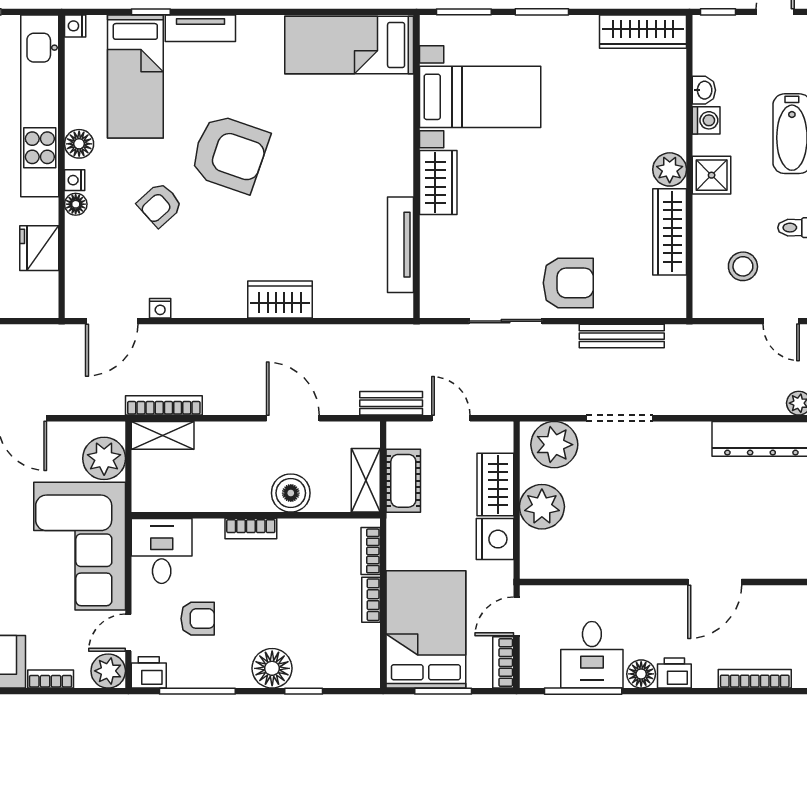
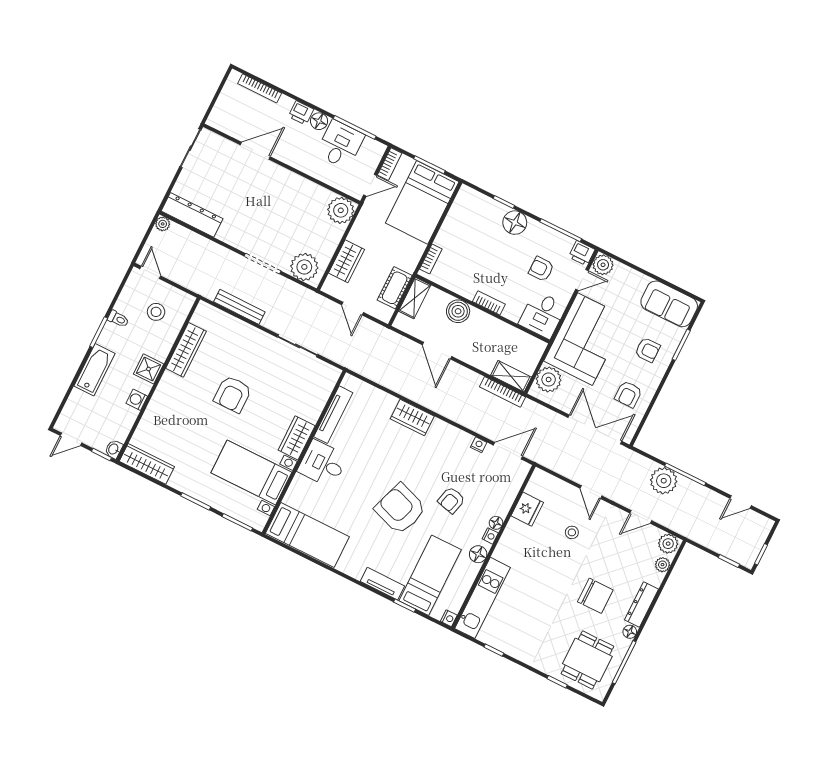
washbasin: (704, 90) -> (114, 449), moved
kitchen unit: (40, 106) -> (483, 598), width x0.73
desk: (380, 163) -> (323, 464), added
plant: (670, 169) -> (169, 383), removed
armchair: (160, 205) -> (451, 500), turned 146
armchair: (568, 283) -> (233, 394), moved, turned -90
bench: (391, 403) -> (380, 332), removed
plant: (542, 507) -> (341, 210), moved
nightstand: (495, 539) -> (361, 232), removed
bookcase: (371, 600) -> (444, 233), removed
bookcase: (51, 679) -> (636, 276), removed

